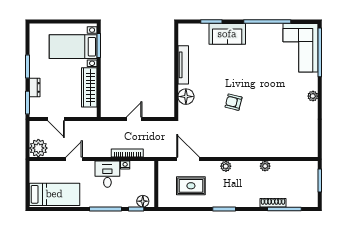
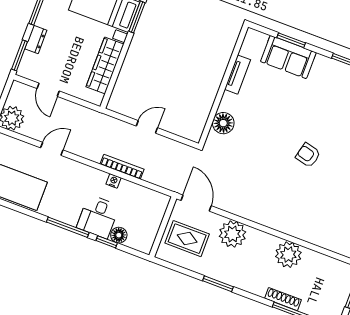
sofa: (227, 34) -> (288, 57), moved
tv unit: (183, 65) -> (238, 75), width x0.71
armchair: (234, 102) -> (308, 155), moved
plant: (226, 166) -> (232, 234), width x1.87, depth x1.87
plant: (265, 166) -> (288, 255), width x1.87, depth x1.87
desk: (107, 174) -> (98, 217), moved, turned 180
wall: (156, 184) -> (163, 227), moved

